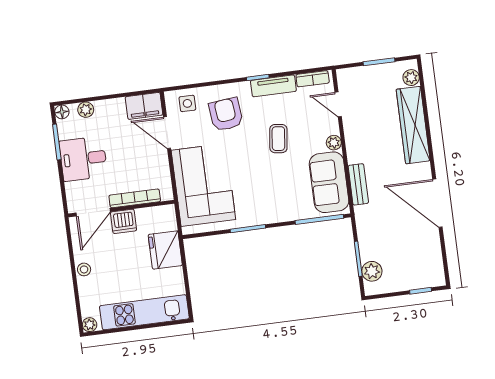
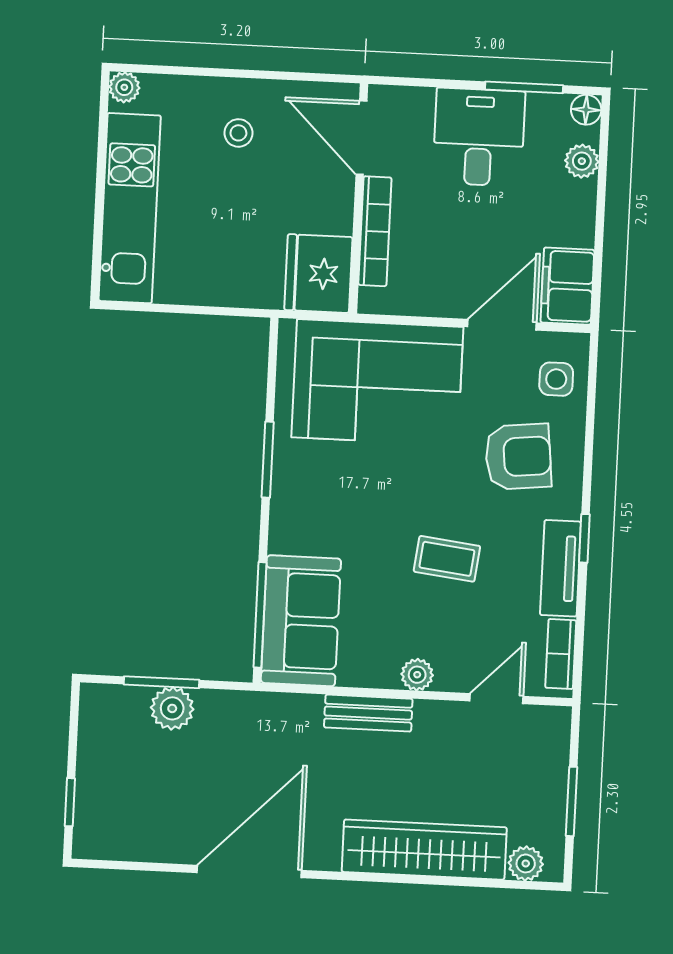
sofa: (329, 182) -> (301, 621), moved, turned 90
bench: (358, 184) -> (368, 713), moved
dishwasher: (123, 221) -> (330, 199), removed
fridge: (165, 250) -> (318, 274), moved, turned -90
stool: (84, 269) -> (238, 133), moved
plant: (372, 271) -> (172, 708), moved

